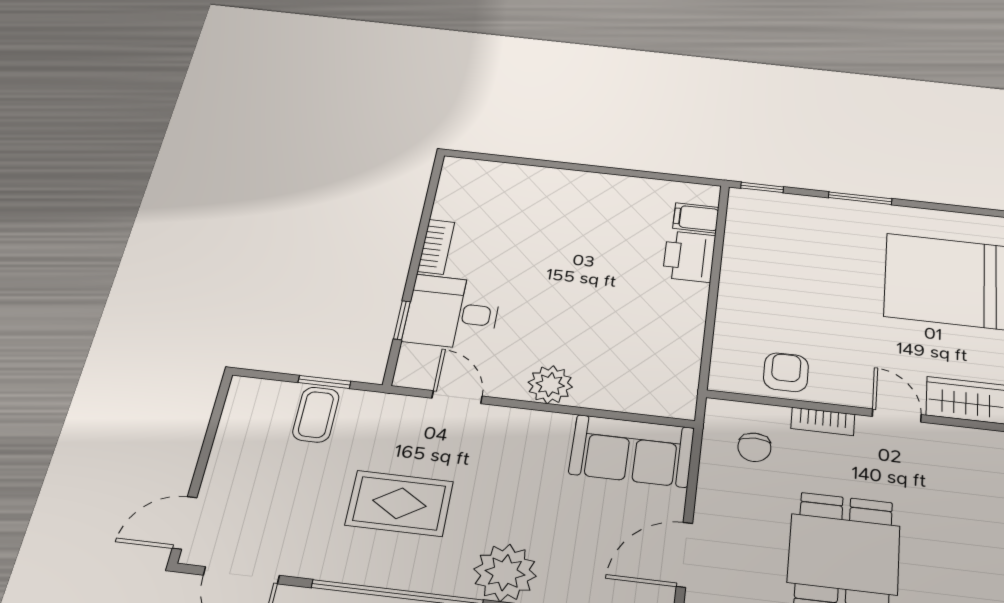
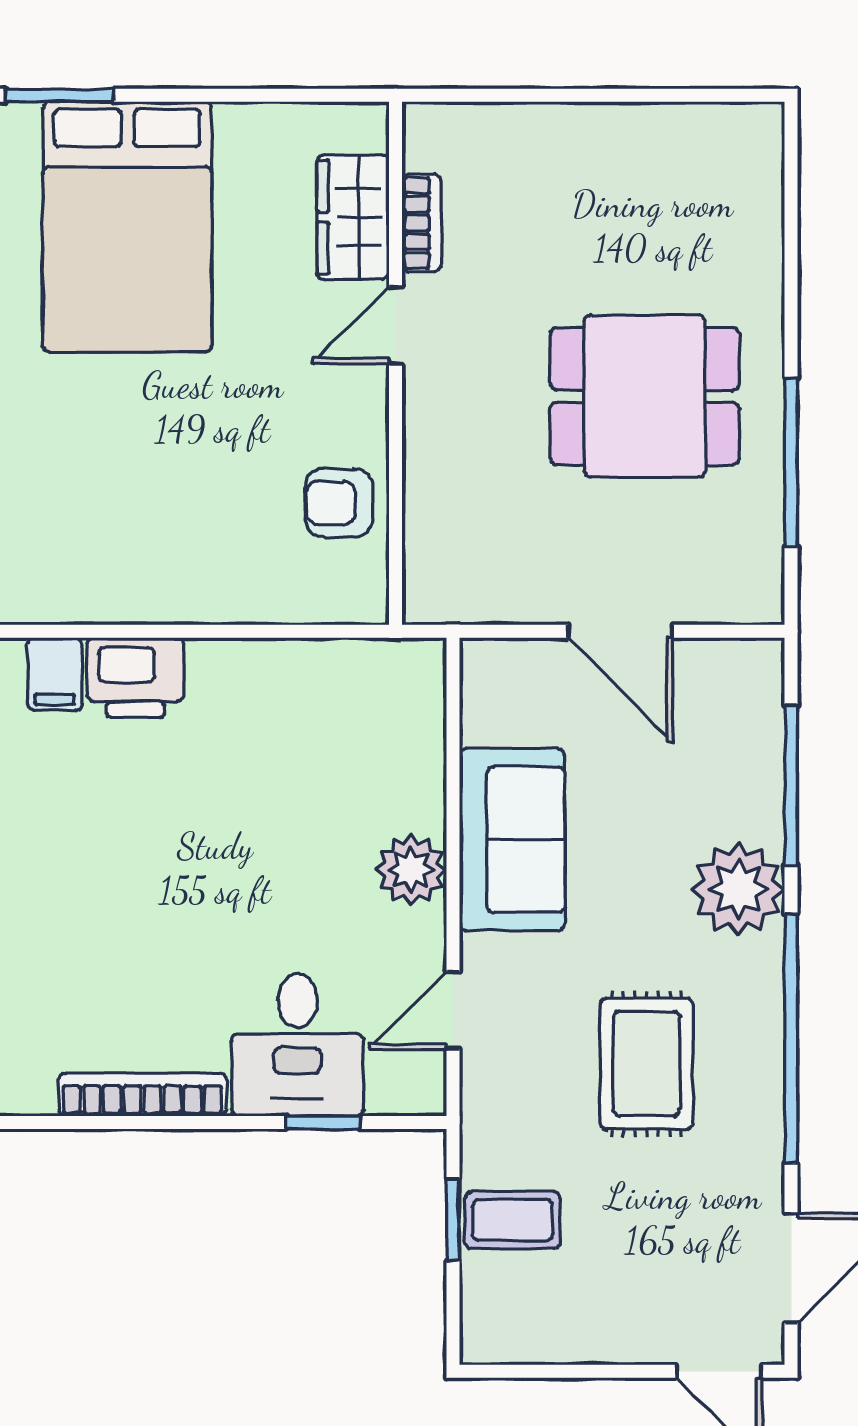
bookcase: (436, 247) -> (142, 1095), width x1.56
bookcase: (823, 421) -> (421, 223), moved
chair: (754, 447) -> (481, 542), removed
sofa: (632, 451) -> (512, 840), moved
door: (684, 555) -> (620, 631), moved

